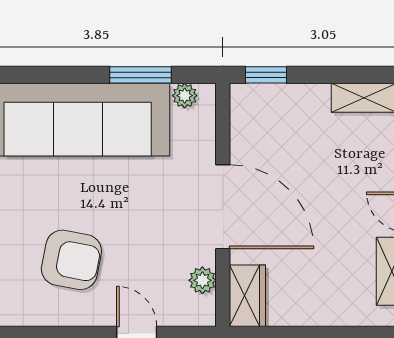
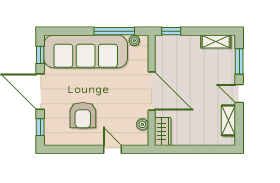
window: (141, 75) -> (114, 31), width x1.44
armchair: (71, 260) -> (83, 115), turned 79

